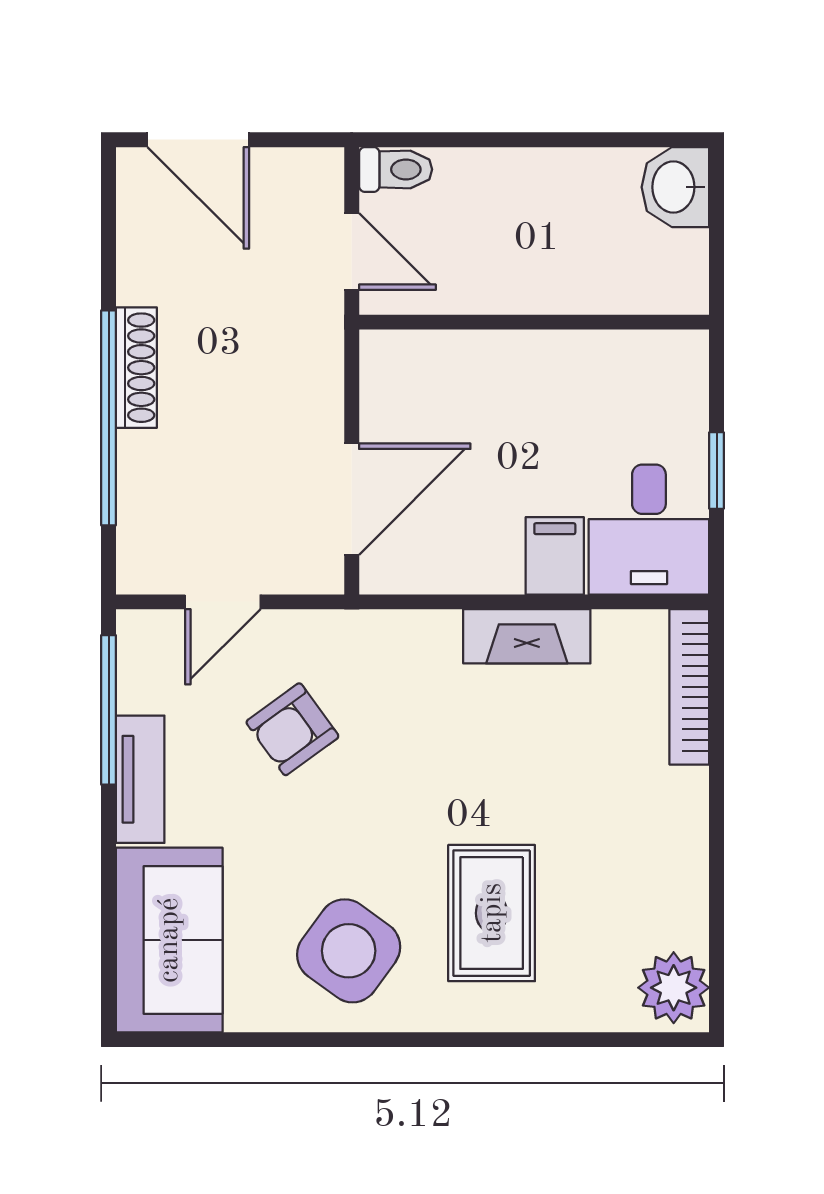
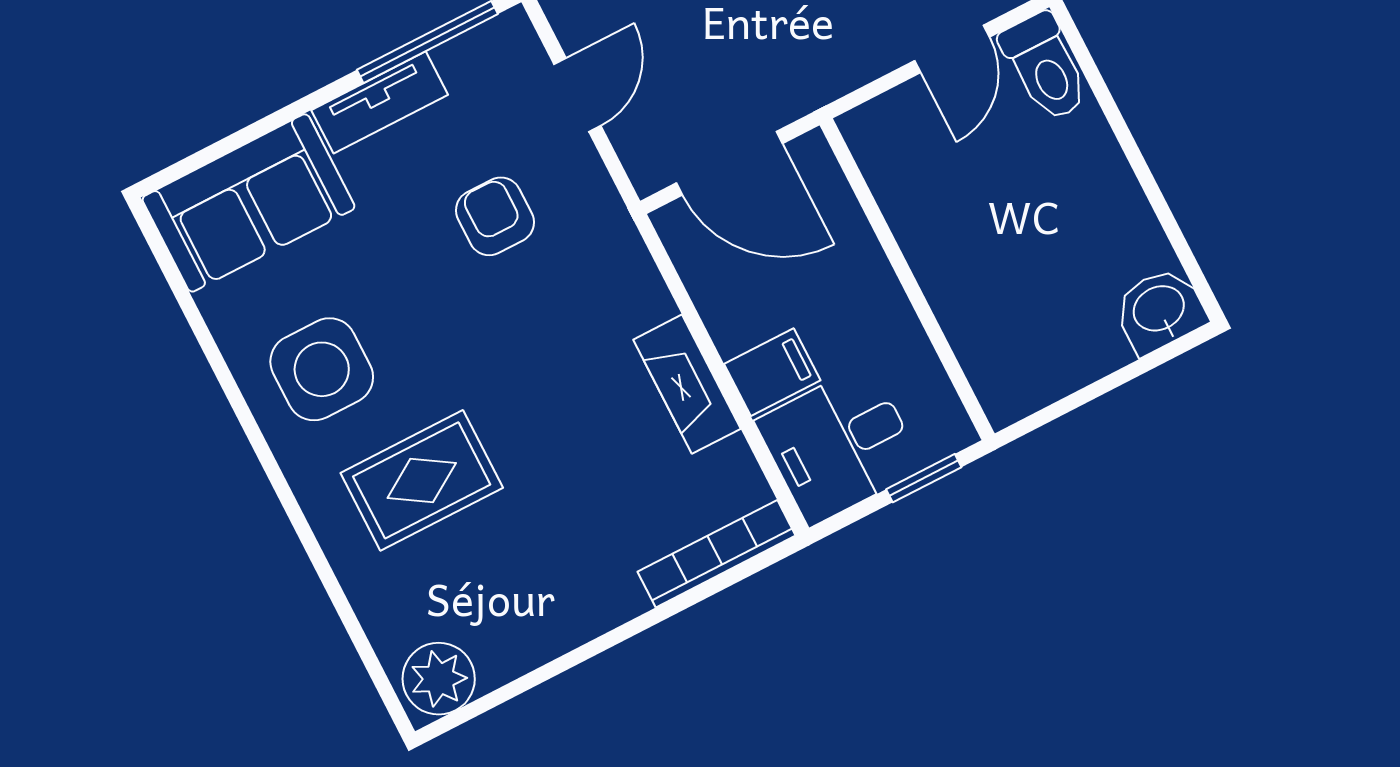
toilet: (396, 169) -> (1045, 67), width x1.37, depth x1.39
wall: (534, 322) -> (907, 279), moved
door: (223, 602) -> (577, 95), swing flipped
armchair: (292, 729) -> (495, 216), turned 36
side table: (349, 951) -> (322, 369), turned -36

